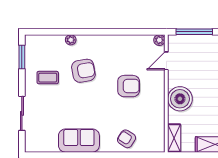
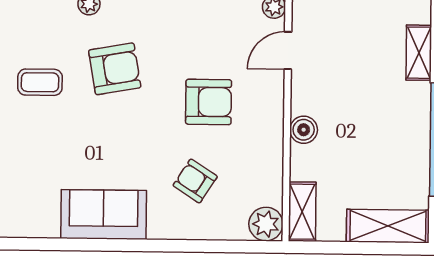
boiler: (180, 99) -> (304, 130), width x0.54, depth x0.54
armchair: (127, 139) -> (195, 181), moved
plant: (157, 144) -> (266, 224), added

